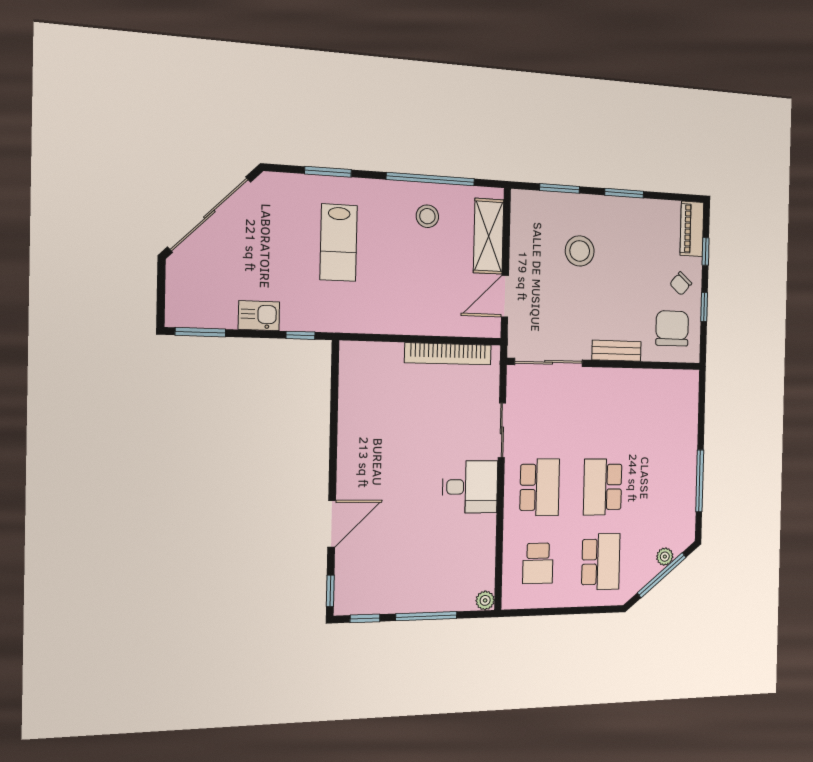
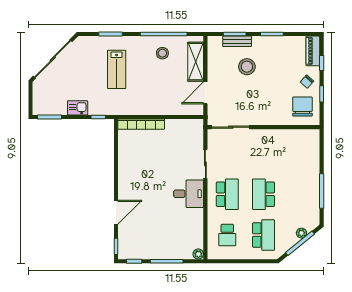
bench: (616, 351) -> (237, 41), moved
bookcase: (448, 354) -> (141, 124), moved

